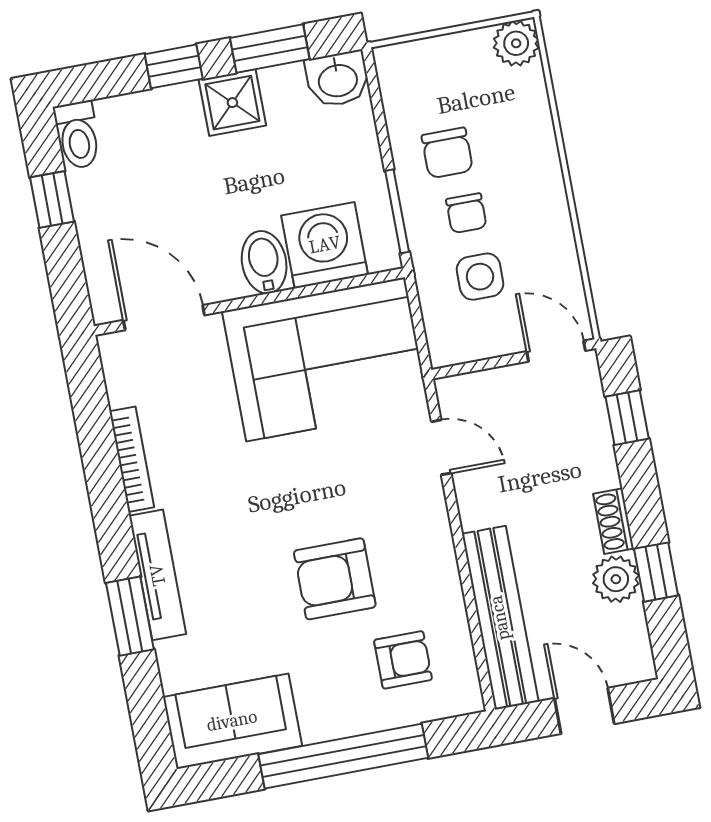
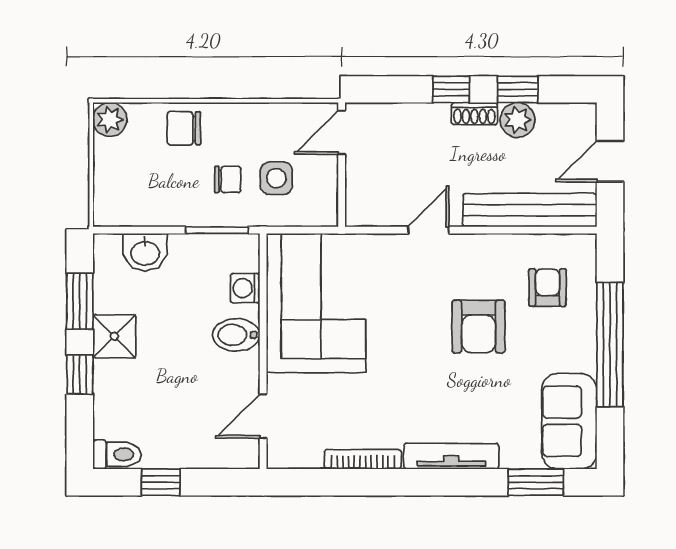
washbasin: (338, 79) -> (145, 252), moved, turned 90
chair: (447, 153) -> (184, 128), moved, turned 180
washing machine: (325, 245) -> (245, 288), width x0.53, depth x0.53
door: (164, 318) -> (263, 416), width x0.73
window: (627, 418) -> (451, 89), moved
door: (441, 447) -> (428, 230), moved
window: (130, 616) -> (536, 482), moved

